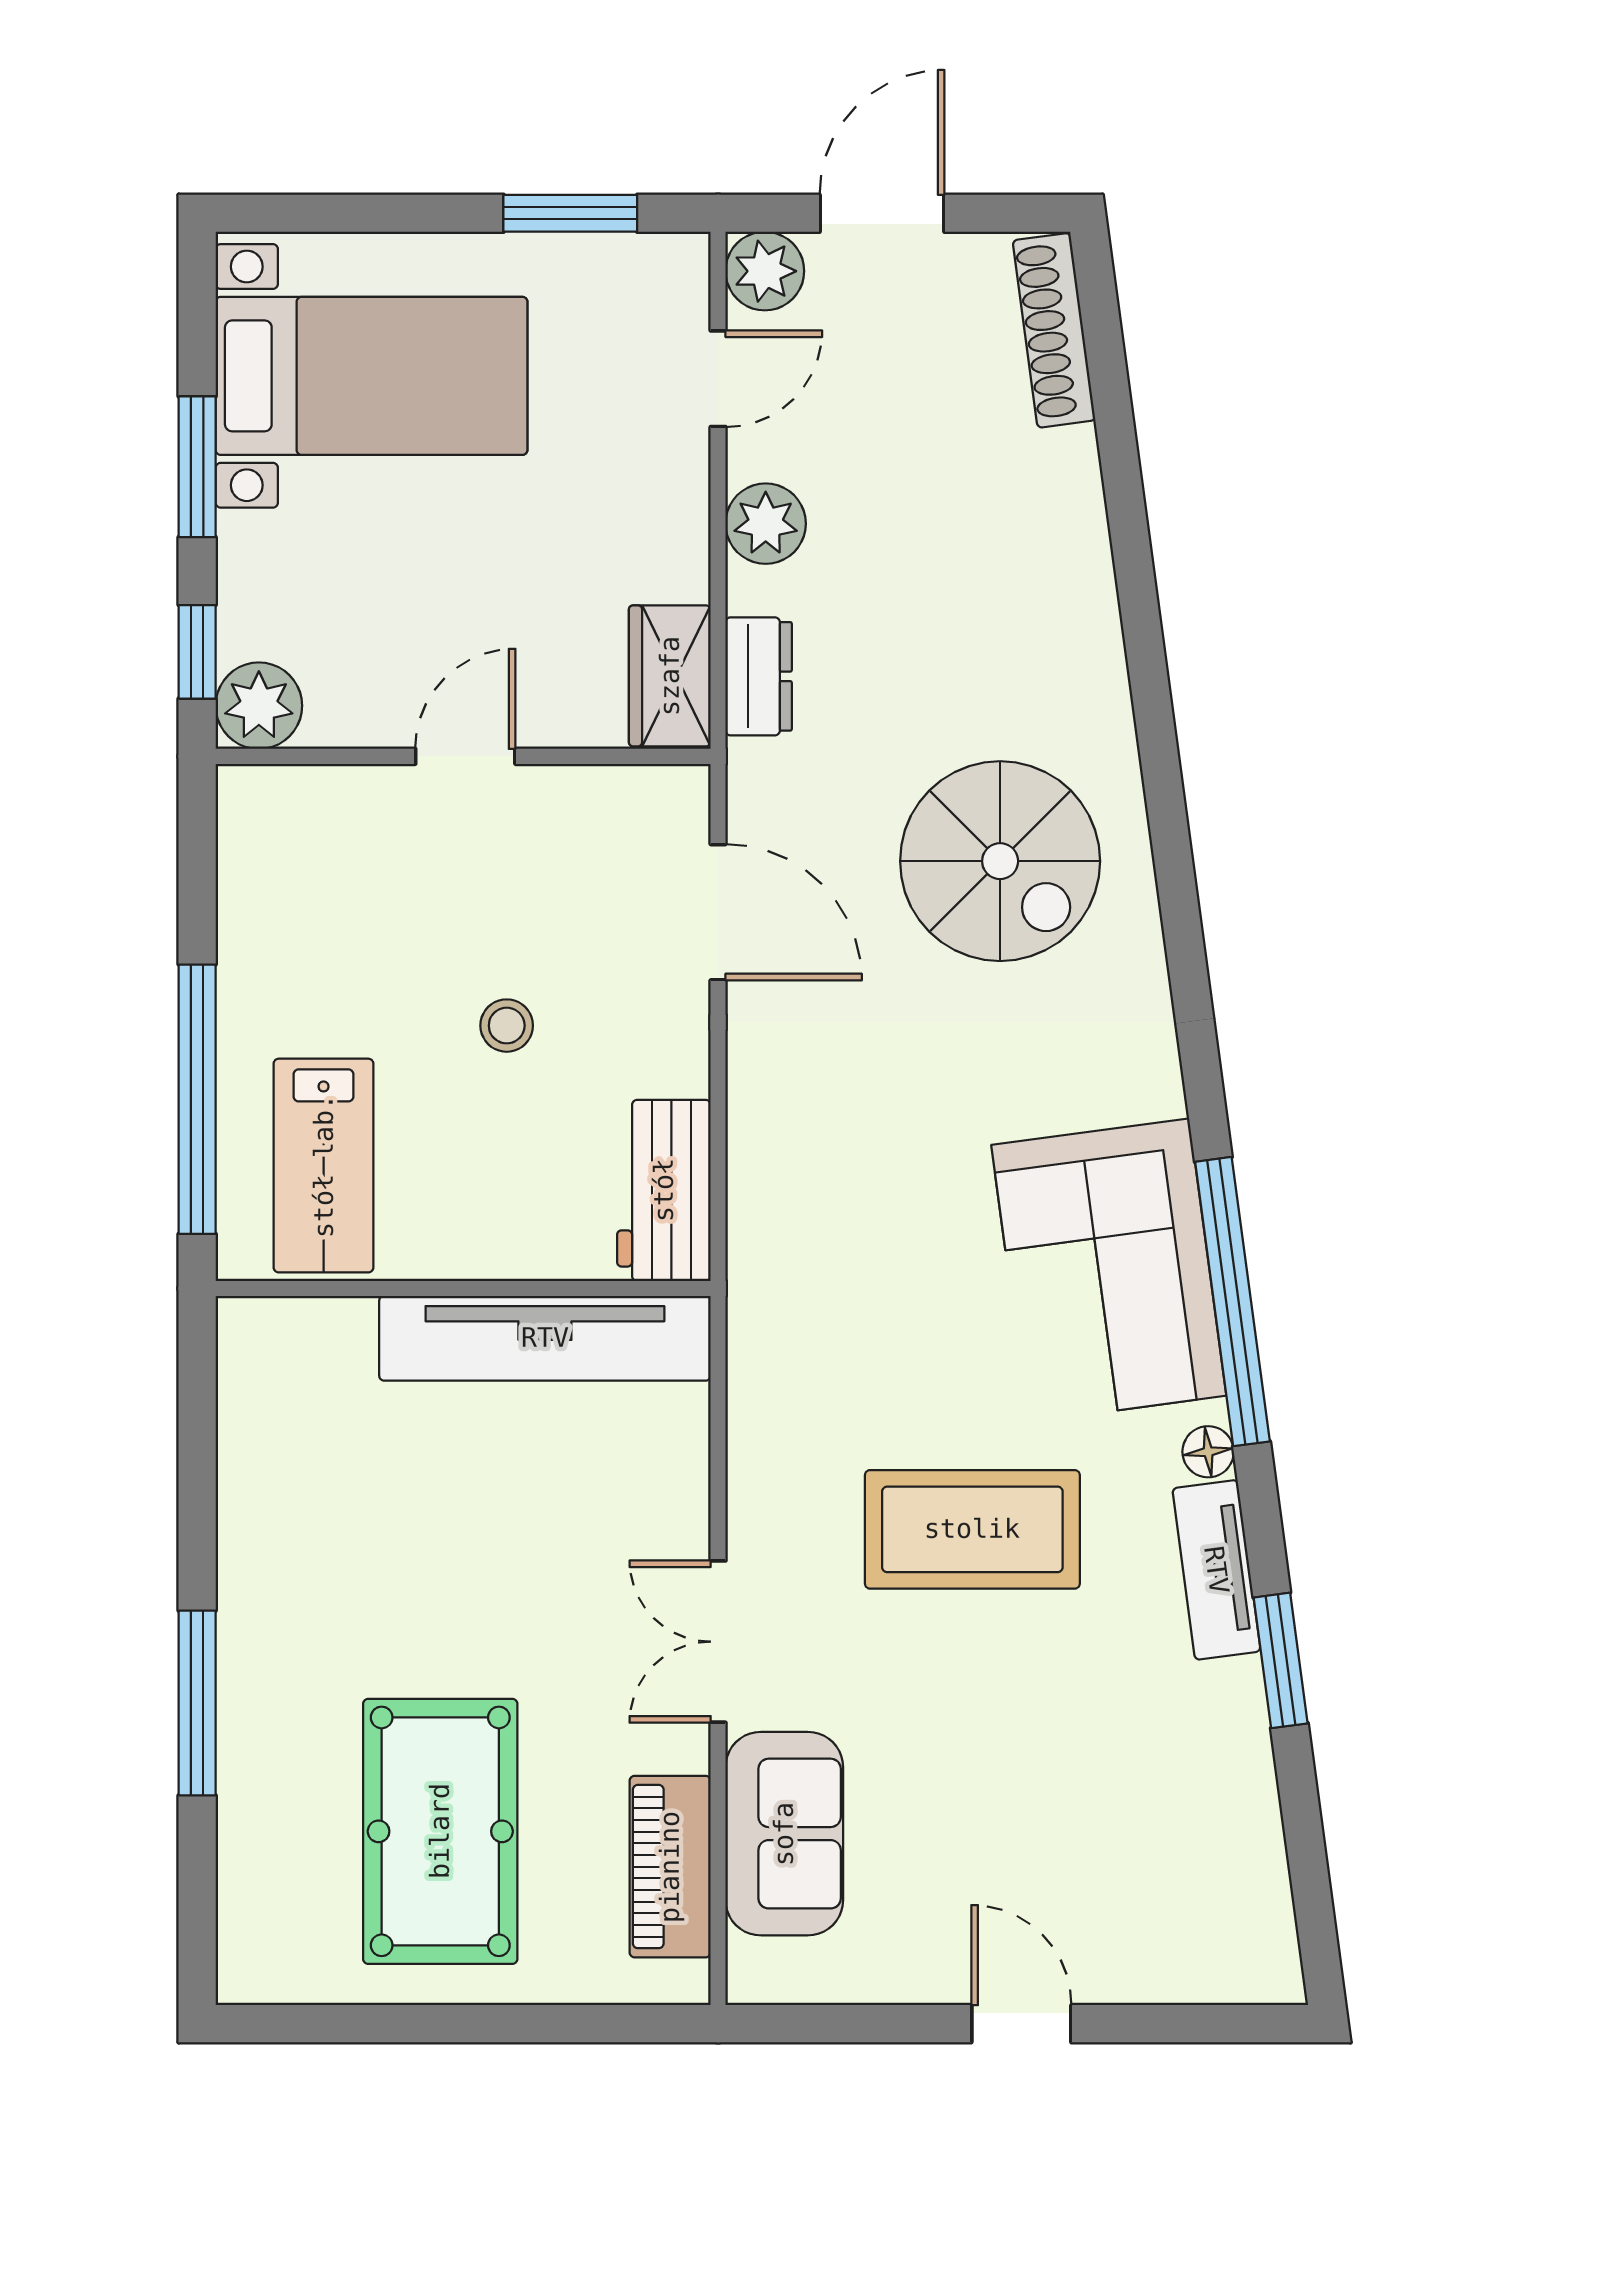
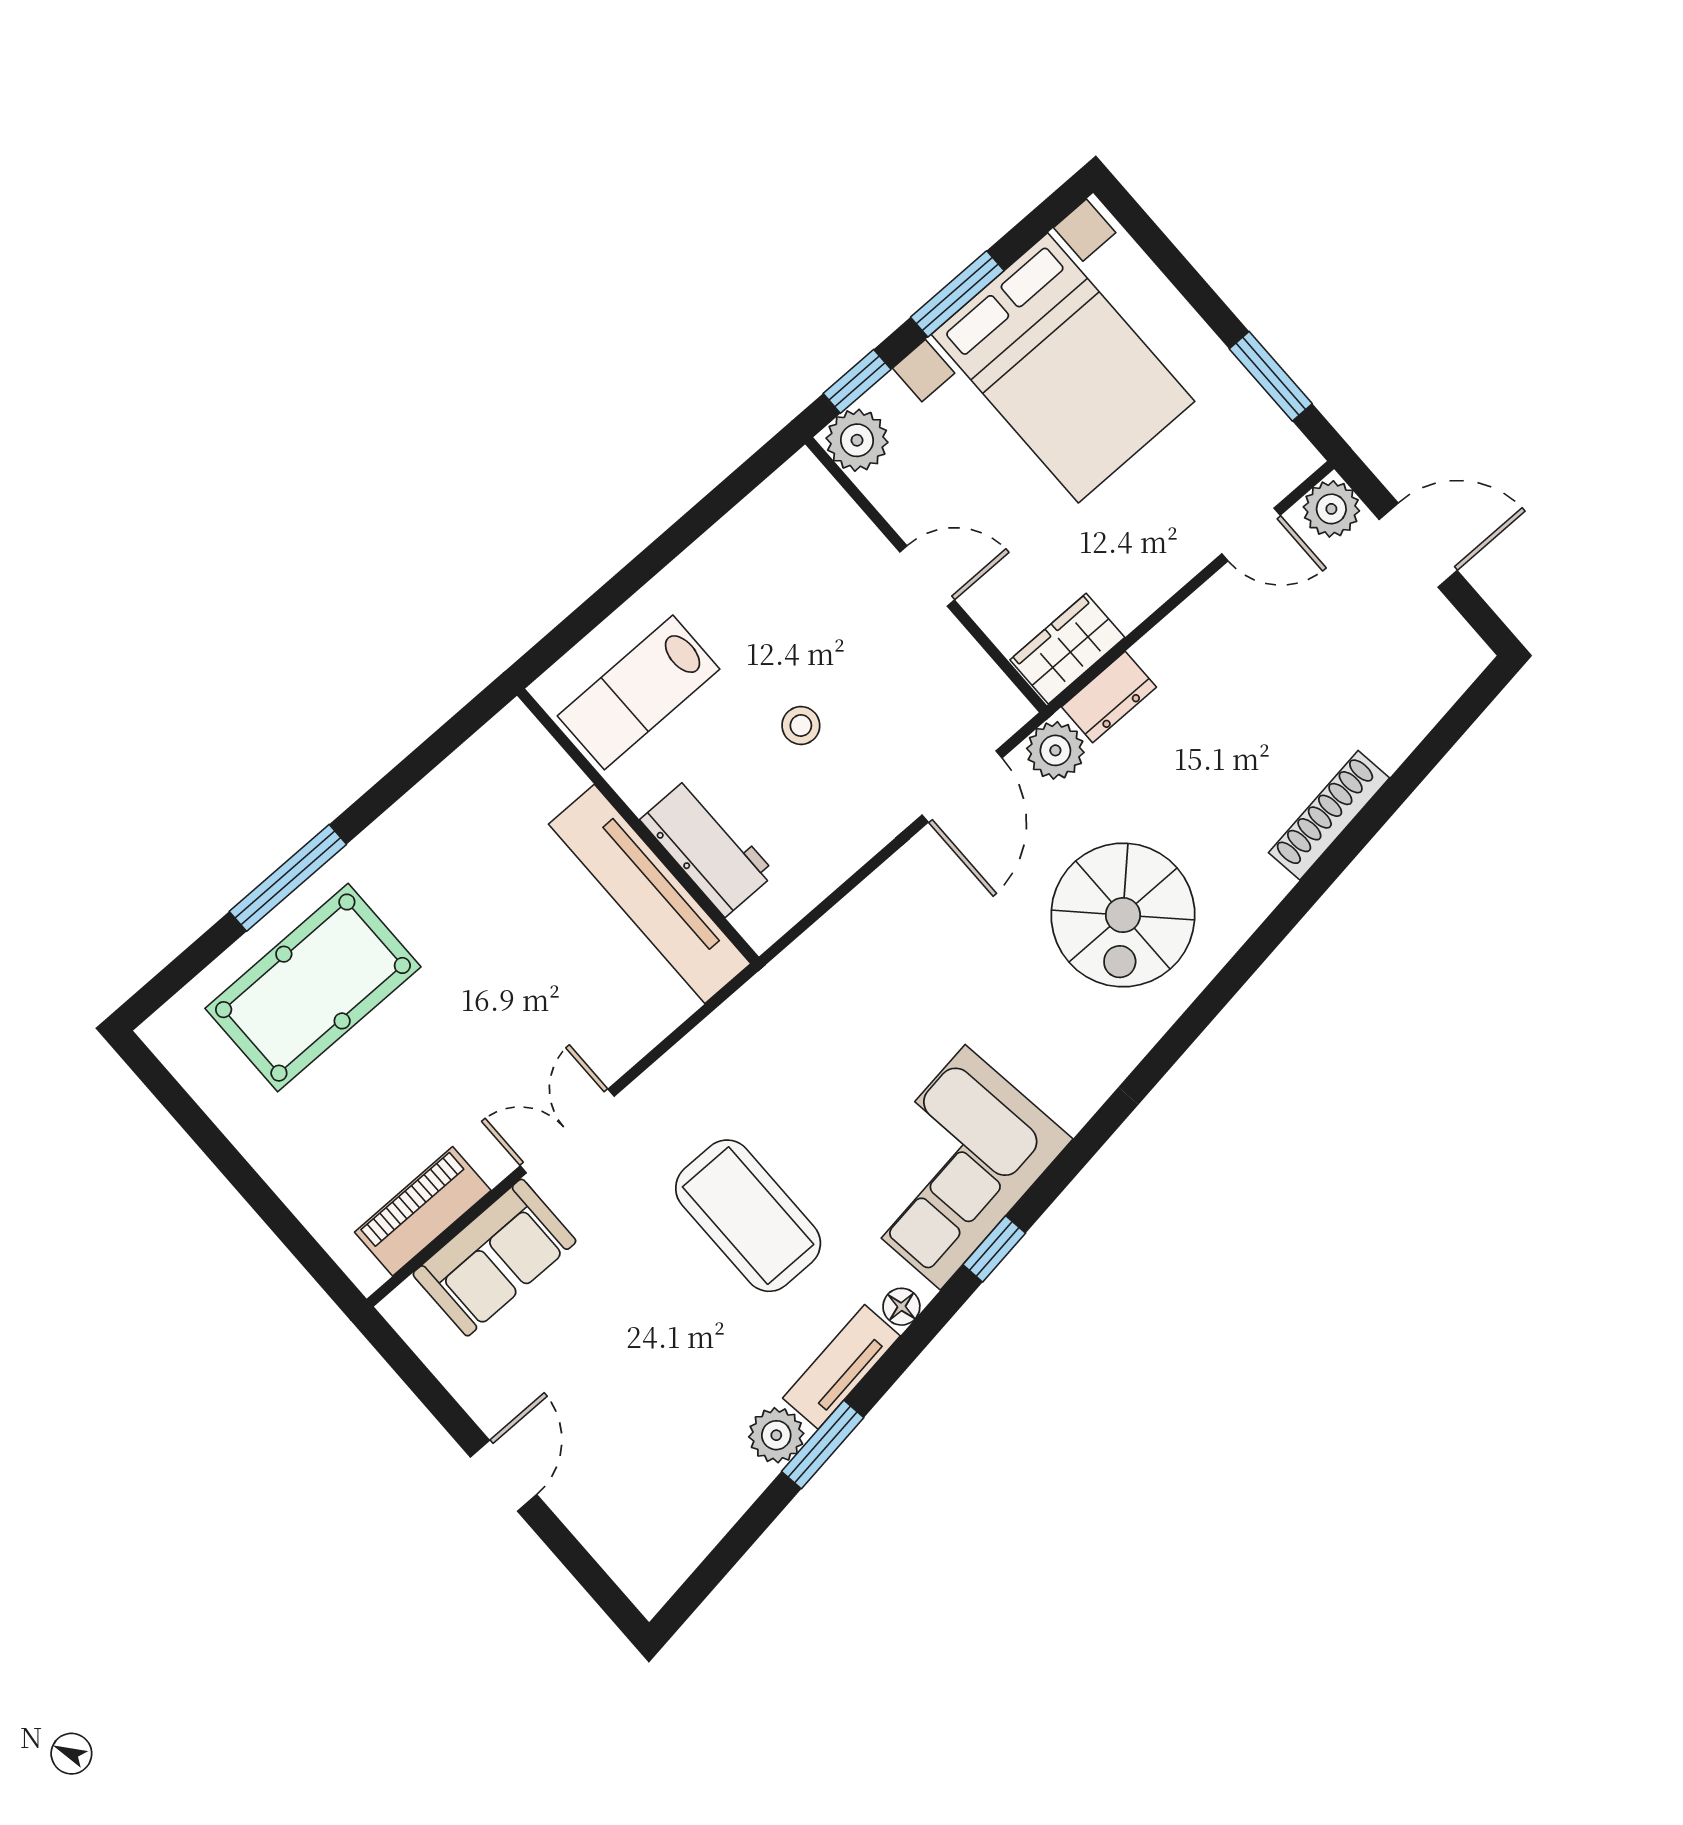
shoe rack: (1054, 330) -> (1329, 815), moved
bed with nightstands: (371, 376) -> (1063, 368), width x1.36
plant: (766, 524) -> (1055, 750), moved
window: (197, 1099) -> (615, 593), removed
workbench: (664, 1190) -> (708, 847), moved, turned 90
window: (1232, 1302) -> (994, 1249), width x0.32
plant: (1228, 1701) -> (776, 1435), added
pool table: (440, 1831) -> (313, 988), moved

